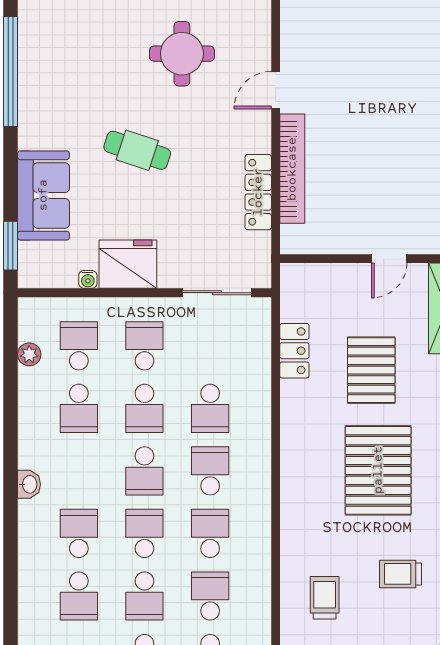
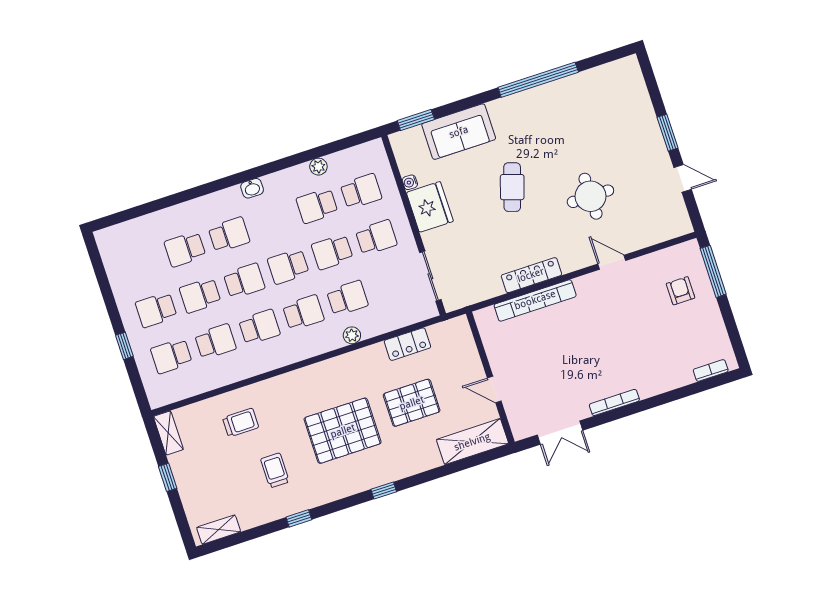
door: (276, 90) -> (612, 262), moved
locker: (258, 192) -> (531, 275), moved
plant: (29, 354) -> (318, 167), moved
school desk: (210, 408) -> (347, 298), turned 180
plant: (260, 418) -> (352, 335), added

